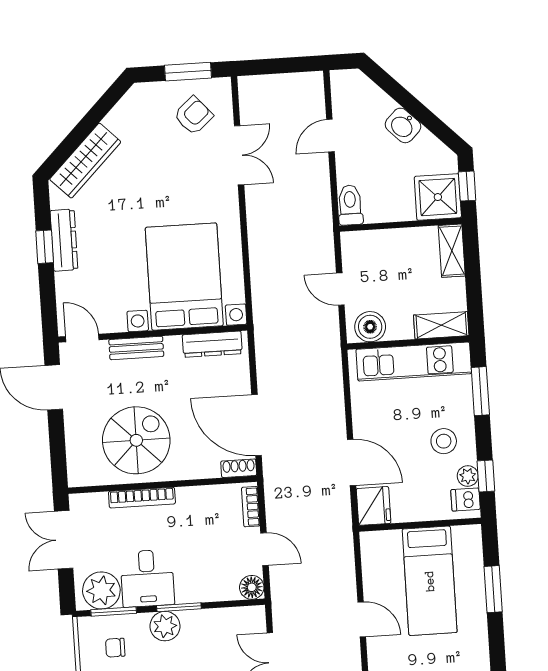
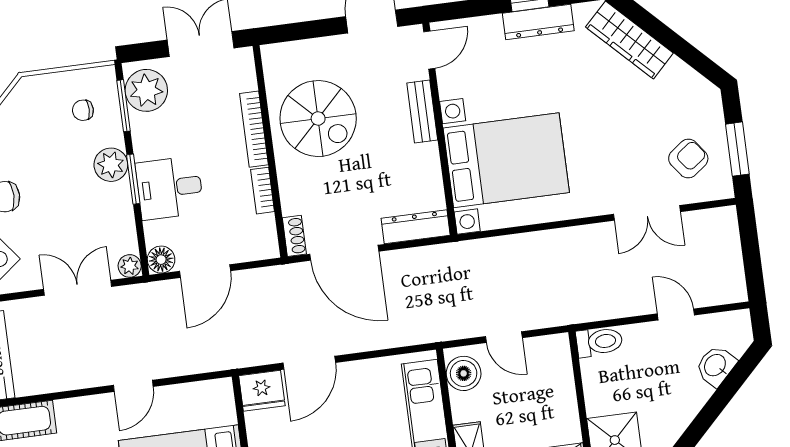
armchair: (193, 116) -> (688, 158), turned -86
washbasin: (403, 125) -> (716, 366), moved
door: (340, 289) -> (504, 337), swing flipped
dresser: (212, 344) -> (416, 227), moved, turned 90
door: (256, 425) -> (344, 253), swing flipped
bookcase: (251, 507) -> (263, 191), moved, turned -90
door: (264, 549) -> (205, 271), width x1.38
desk: (147, 578) -> (170, 188), moved
plant: (256, 616) -> (130, 266), added
chair: (115, 648) -> (83, 110), turned -90

